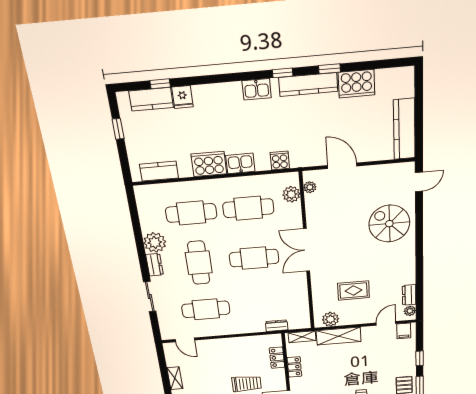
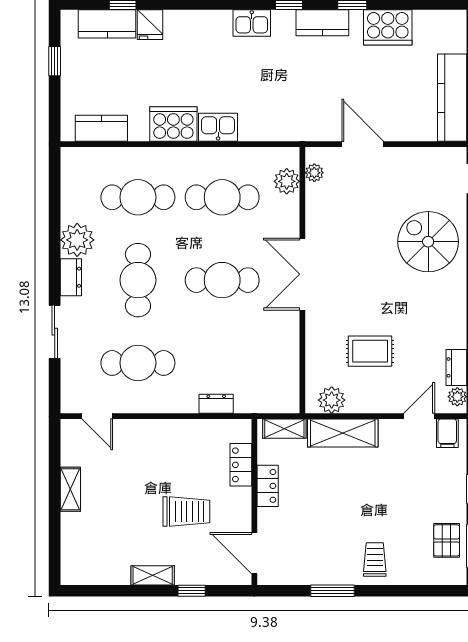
kitchen counter: (308, 85) -> (322, 23), width x0.67
cooker: (280, 160) -> (274, 128), removed
dresser: (277, 326) -> (216, 404), moved

